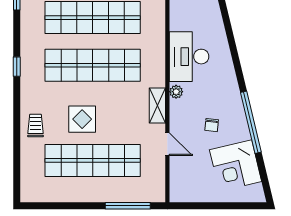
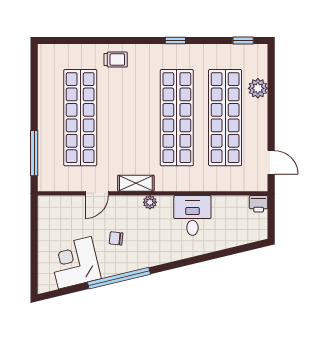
desk: (189, 57) -> (192, 215), width x0.73
display table: (82, 119) -> (122, 107), removed

